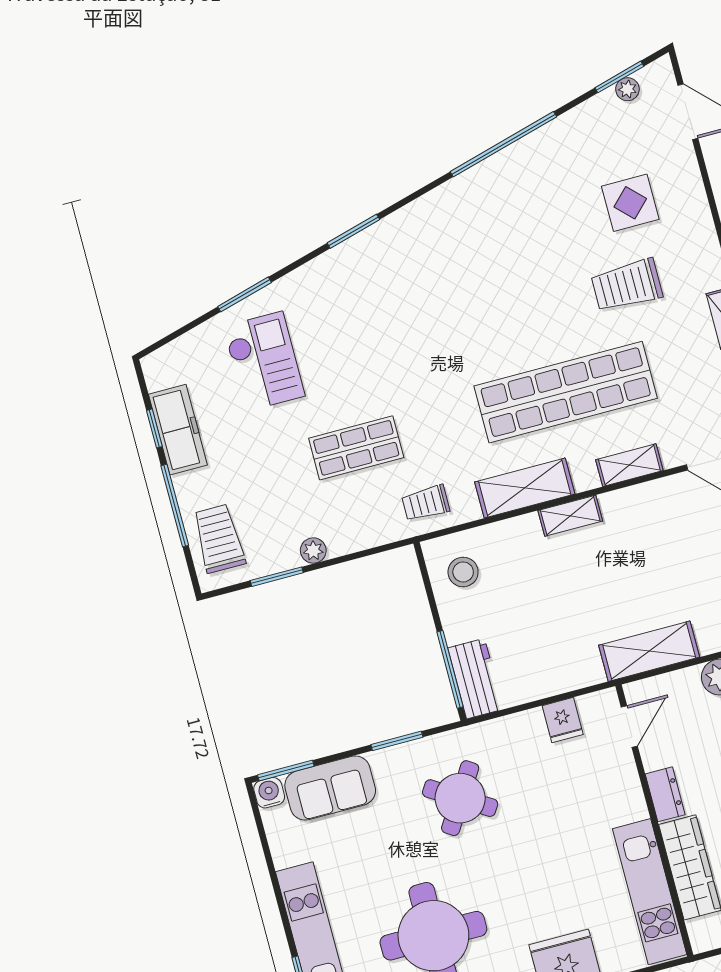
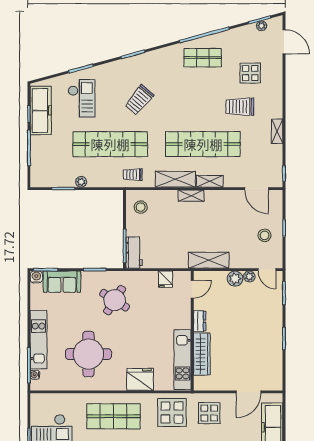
shop shelf: (514, 197) -> (203, 58), added
freezer: (178, 430) -> (41, 111), width x1.36, depth x1.26
shop shelf: (356, 448) -> (110, 144), width x2.00, depth x1.36
shelving: (629, 465) -> (210, 181), moved
trolley: (219, 539) -> (139, 100), moved, turned -140

